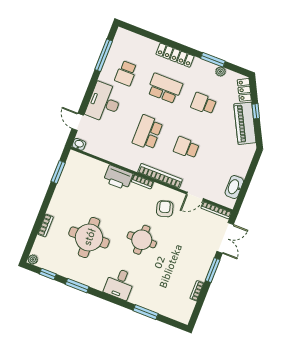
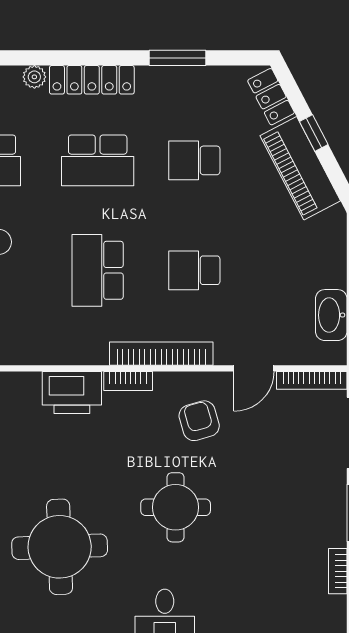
plant: (220, 72) -> (34, 77), moved
school desk: (165, 88) -> (98, 160), turned 180

